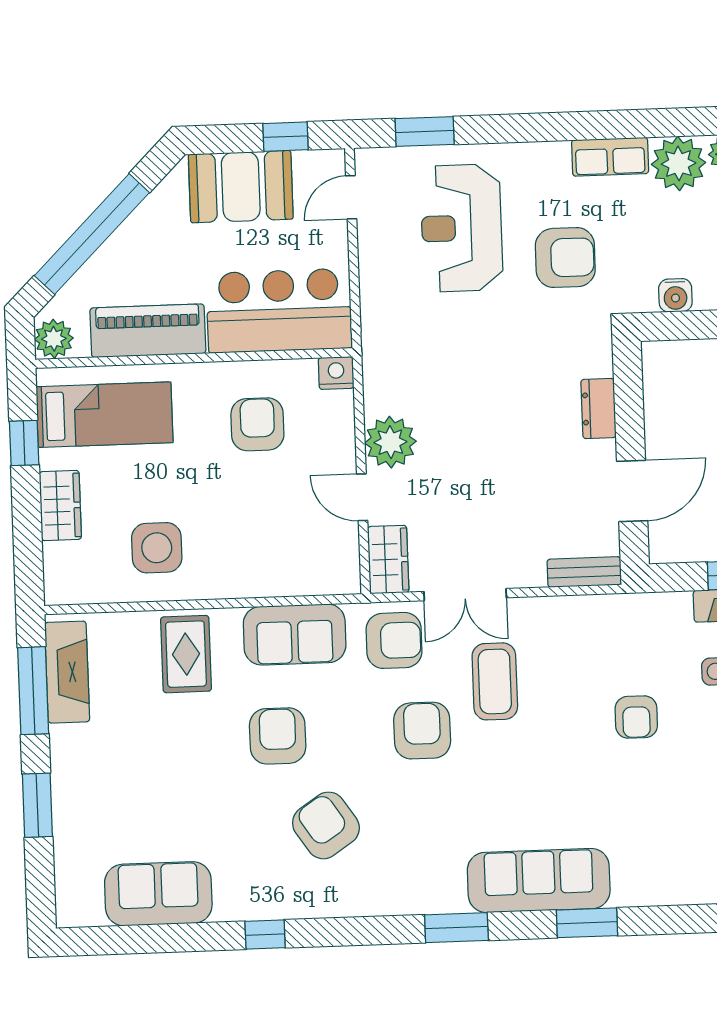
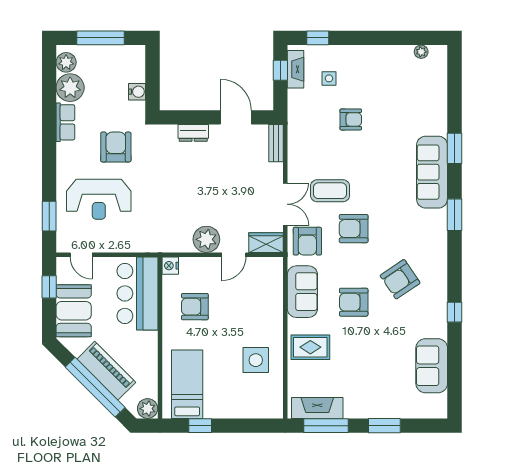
piano: (148, 331) -> (106, 371), moved, turned 135
wardrobe: (60, 505) -> (232, 408), removed
armchair: (394, 640) -> (307, 241), turned 180

